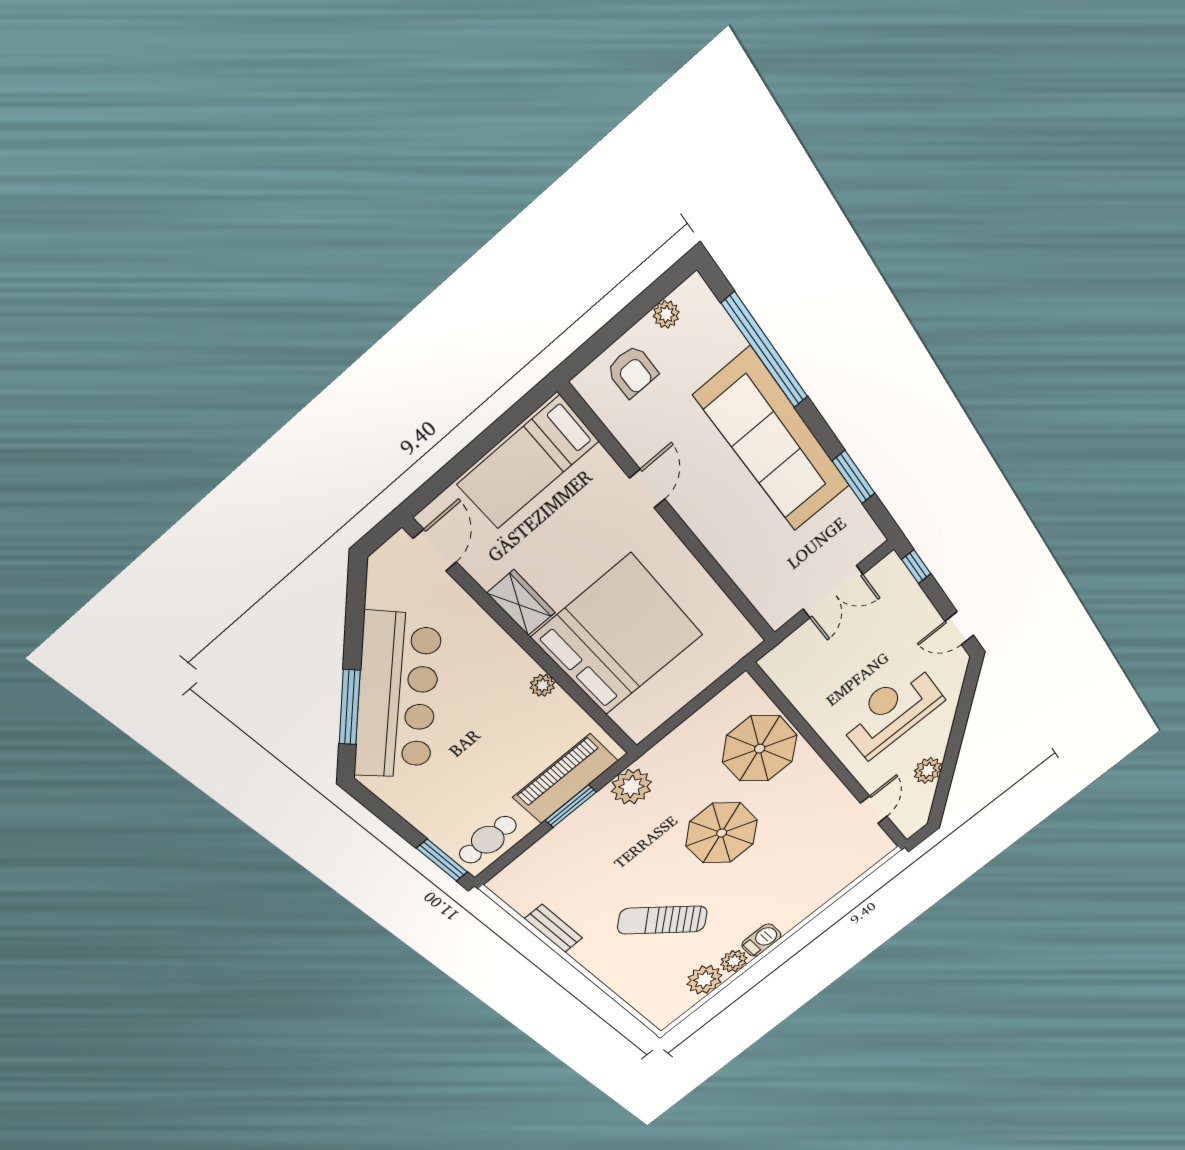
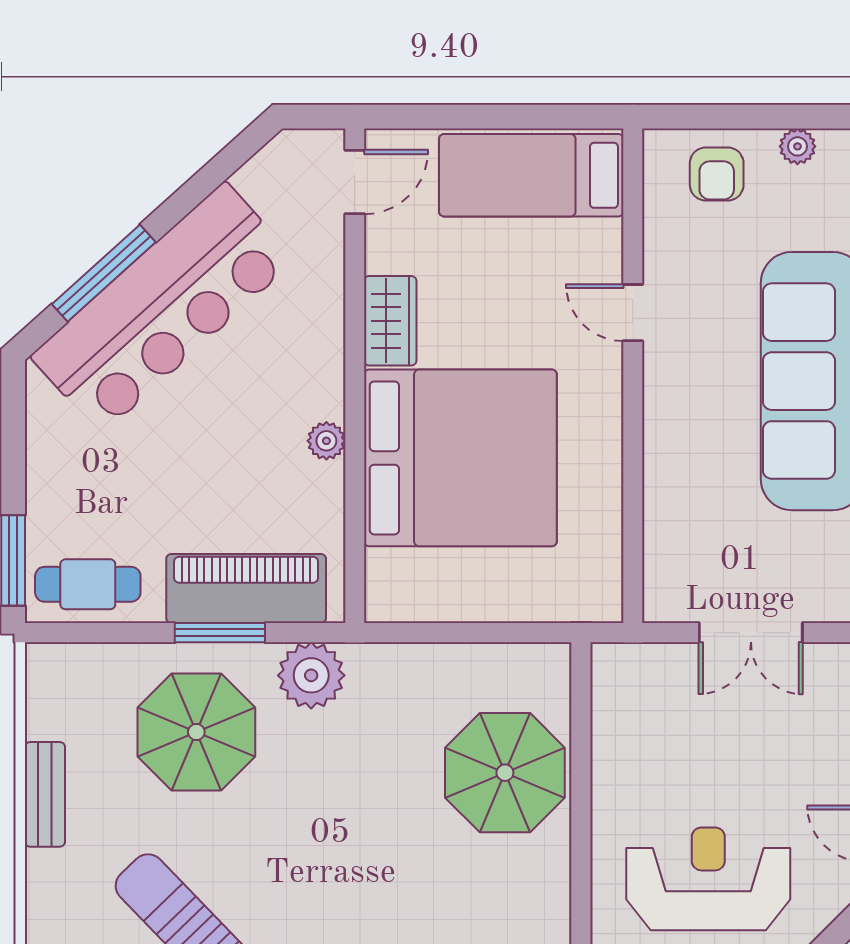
door: (647, 489) -> (633, 313), swing flipped
parasol: (722, 833) -> (196, 732), moved

